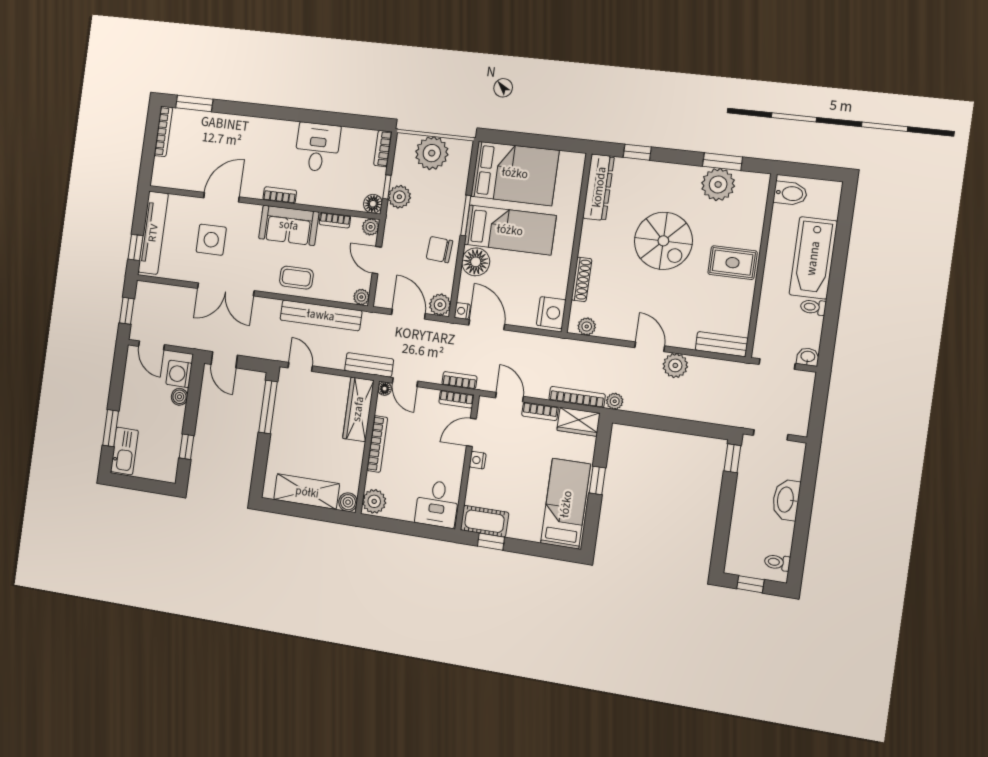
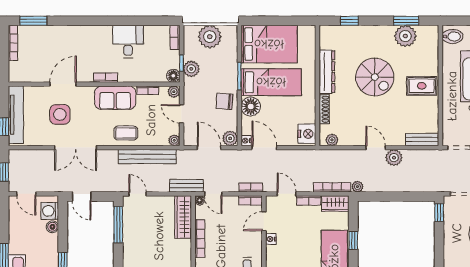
dresser: (599, 187) -> (327, 72), moved

